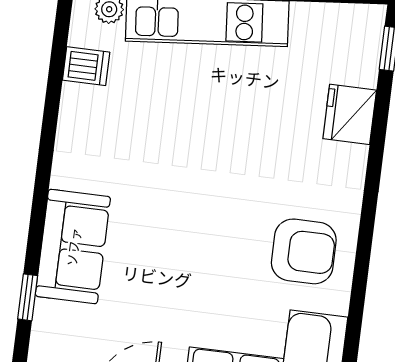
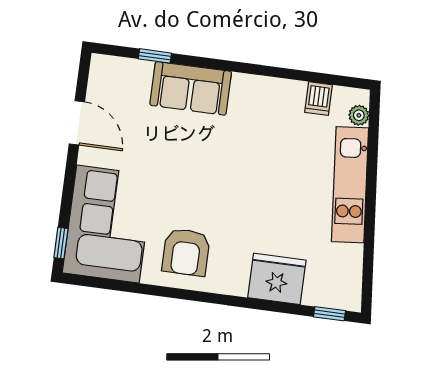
fridge: (350, 114) -> (277, 279), width x1.36, depth x1.34

